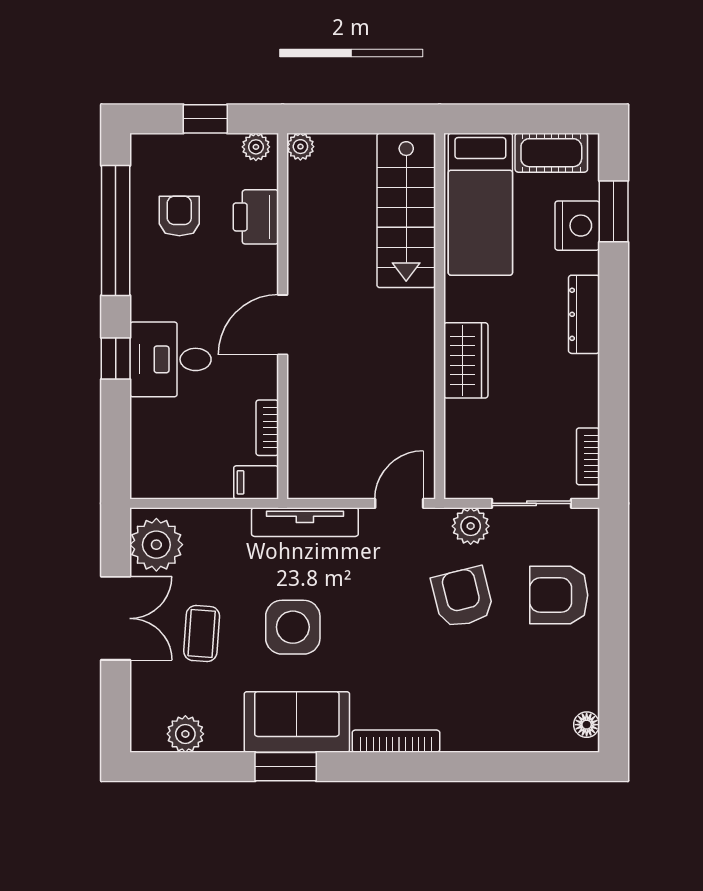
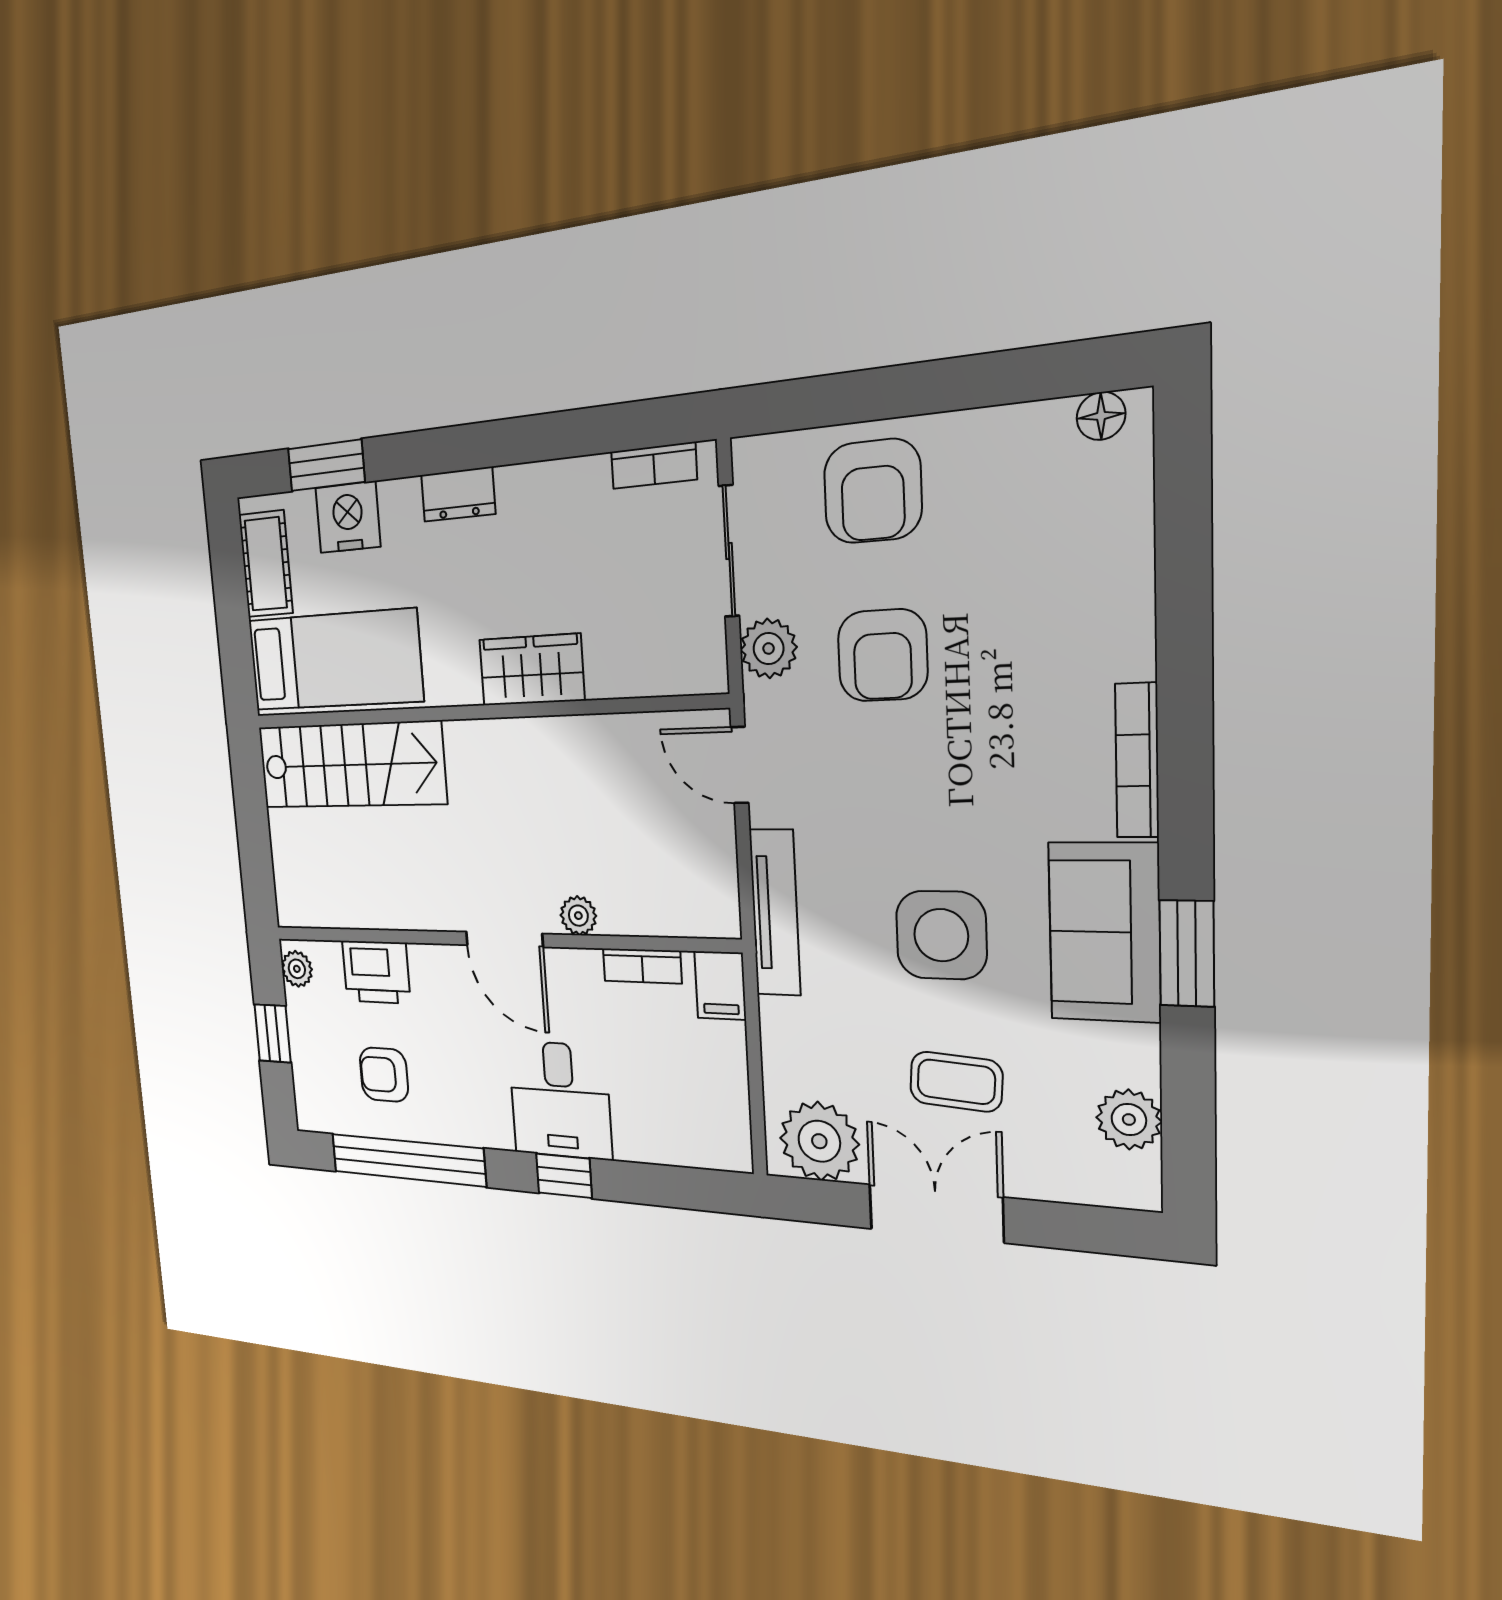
plant: (300, 147) -> (578, 916), moved
dresser: (584, 314) -> (458, 494), width x0.70
armchair: (463, 597) -> (883, 655), turned -76

